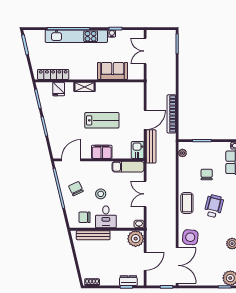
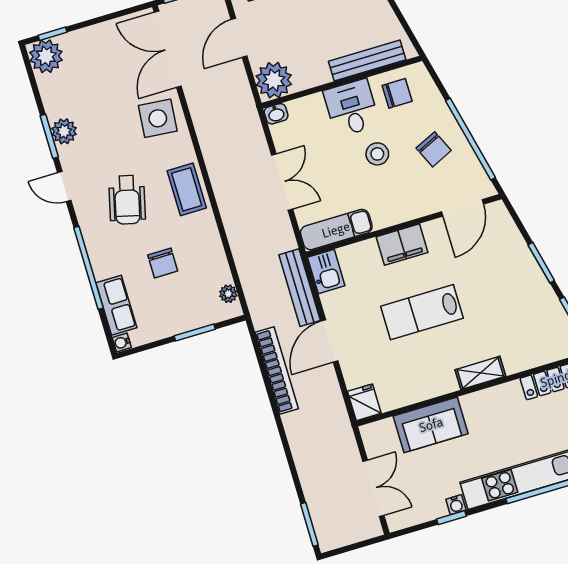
fridge: (59, 89) -> (364, 402), moved

